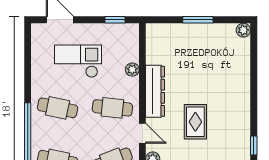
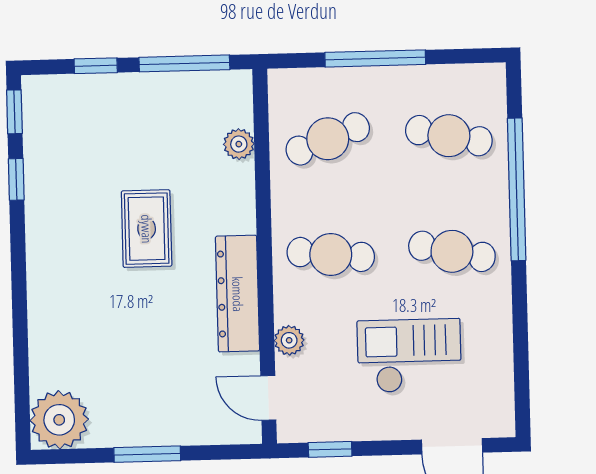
plant: (243, 30) -> (59, 420), width x1.87, depth x1.87
checkout: (78, 61) -> (409, 356), turned 180
door: (142, 133) -> (268, 398), moved

